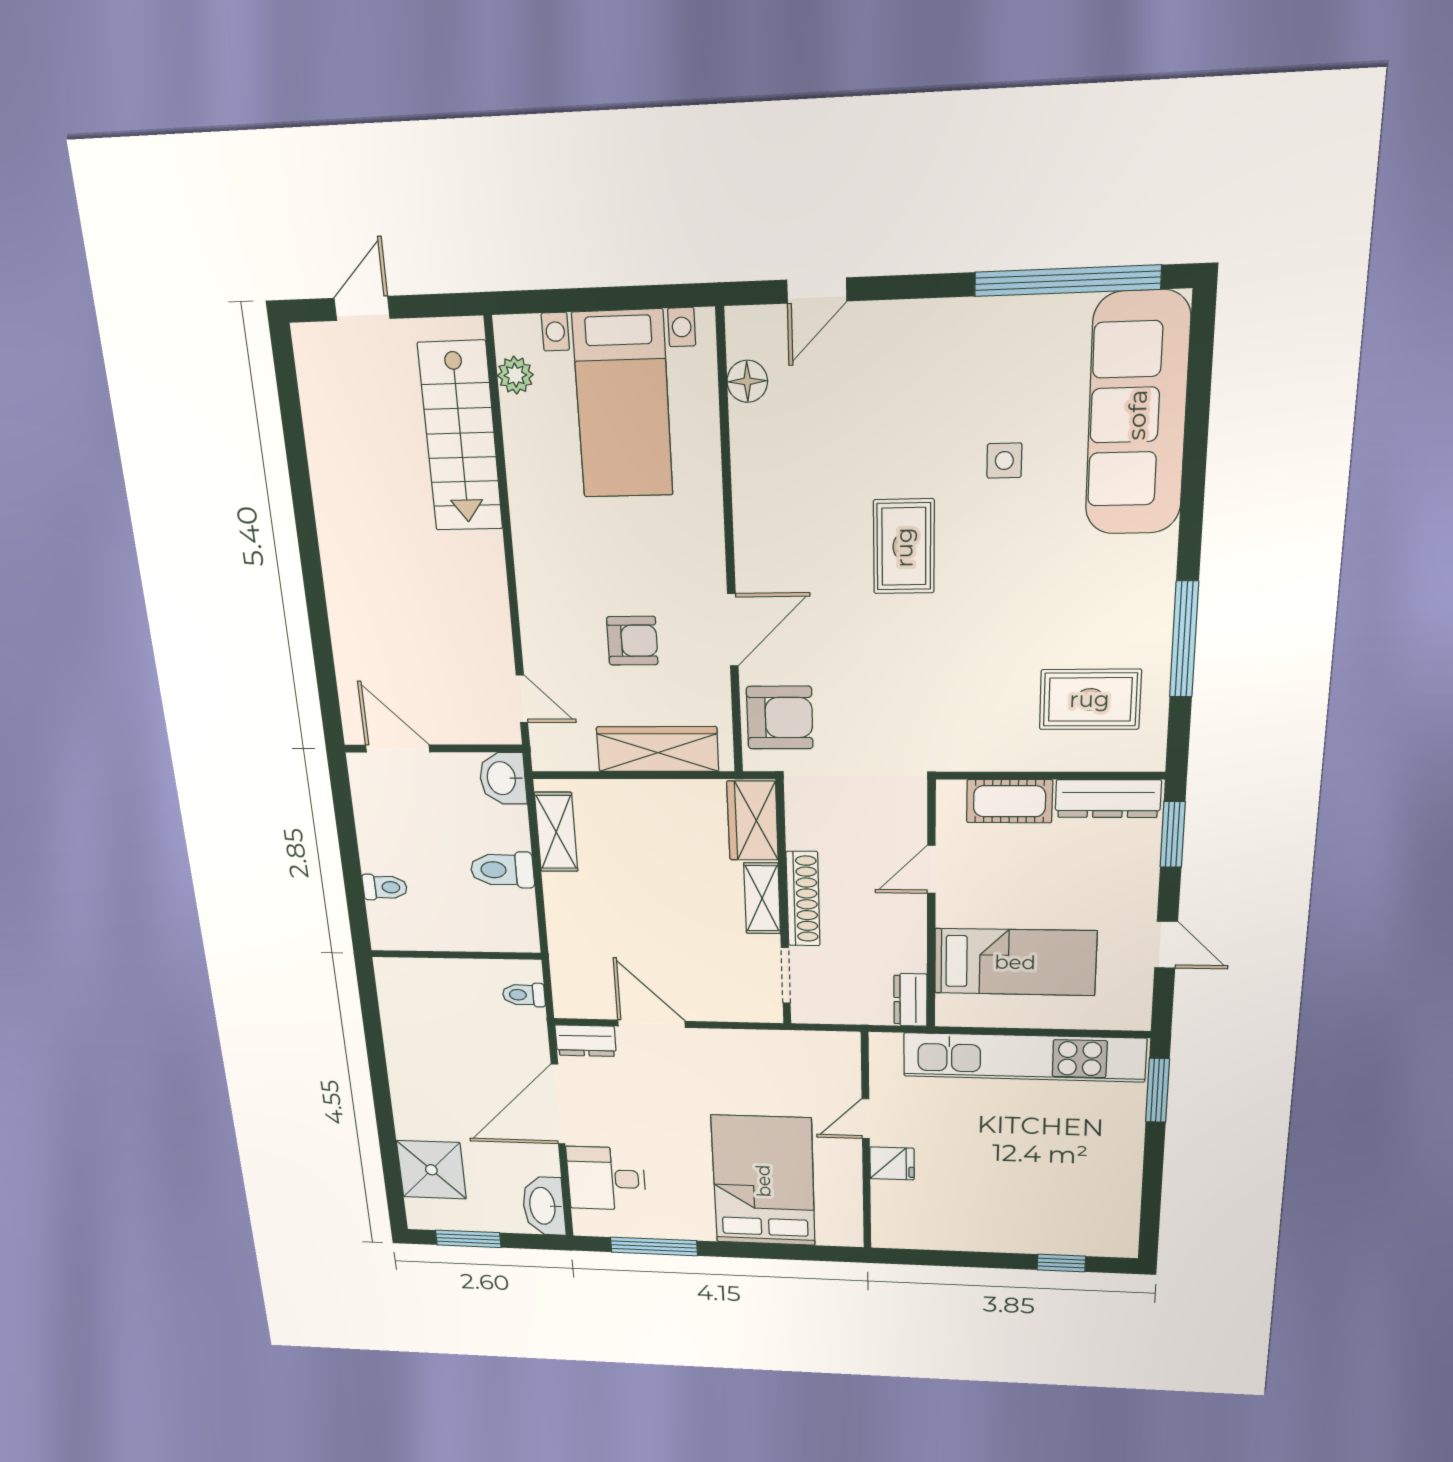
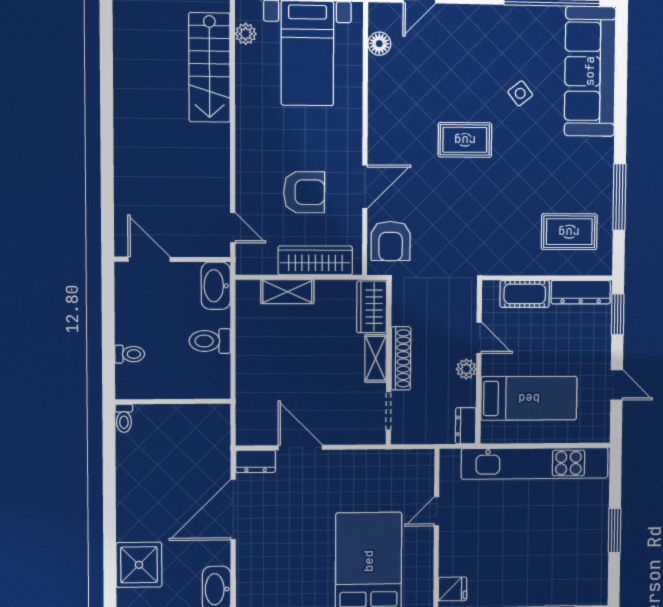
side table: (1004, 461) -> (520, 93), turned -38
rug: (904, 547) -> (465, 140), turned 90
armchair: (632, 641) -> (304, 192), width x1.38, depth x1.38
armchair: (780, 718) -> (391, 241), turned 90
washbasin: (503, 778) -> (216, 286), width x1.38
shelving: (556, 832) -> (287, 292), moved, turned 90
door: (931, 869) -> (479, 338), swing flipped
plant: (910, 916) -> (466, 369), added
toilet: (524, 995) -> (124, 418), moved, turned -90
window: (1157, 1090) -> (615, 530), moved
fridge: (892, 1163) -> (452, 589), moved
desk: (606, 1178) -> (262, 565), removed

